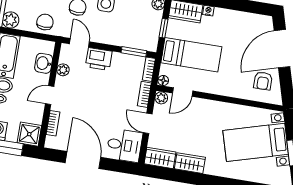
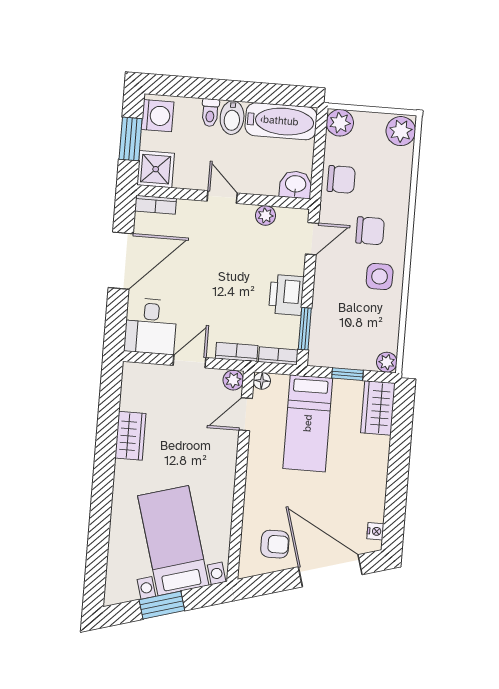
nightstand: (208, 11) -> (375, 531), moved
printer: (99, 59) -> (286, 295), moved
washbasin: (44, 63) -> (296, 185), moved
armchair: (263, 81) -> (275, 544), turned 180
door: (183, 92) -> (246, 414), hinge flipped
bookcase: (53, 123) -> (156, 205), moved
wardrobe: (160, 158) -> (135, 386), removed

